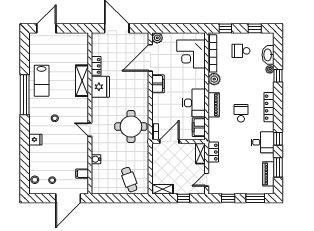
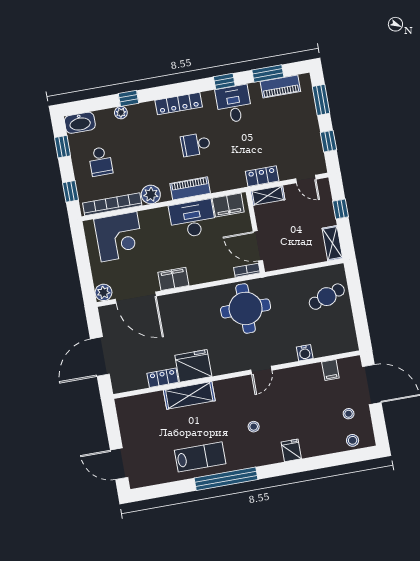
washbasin: (268, 55) -> (80, 123), moved

